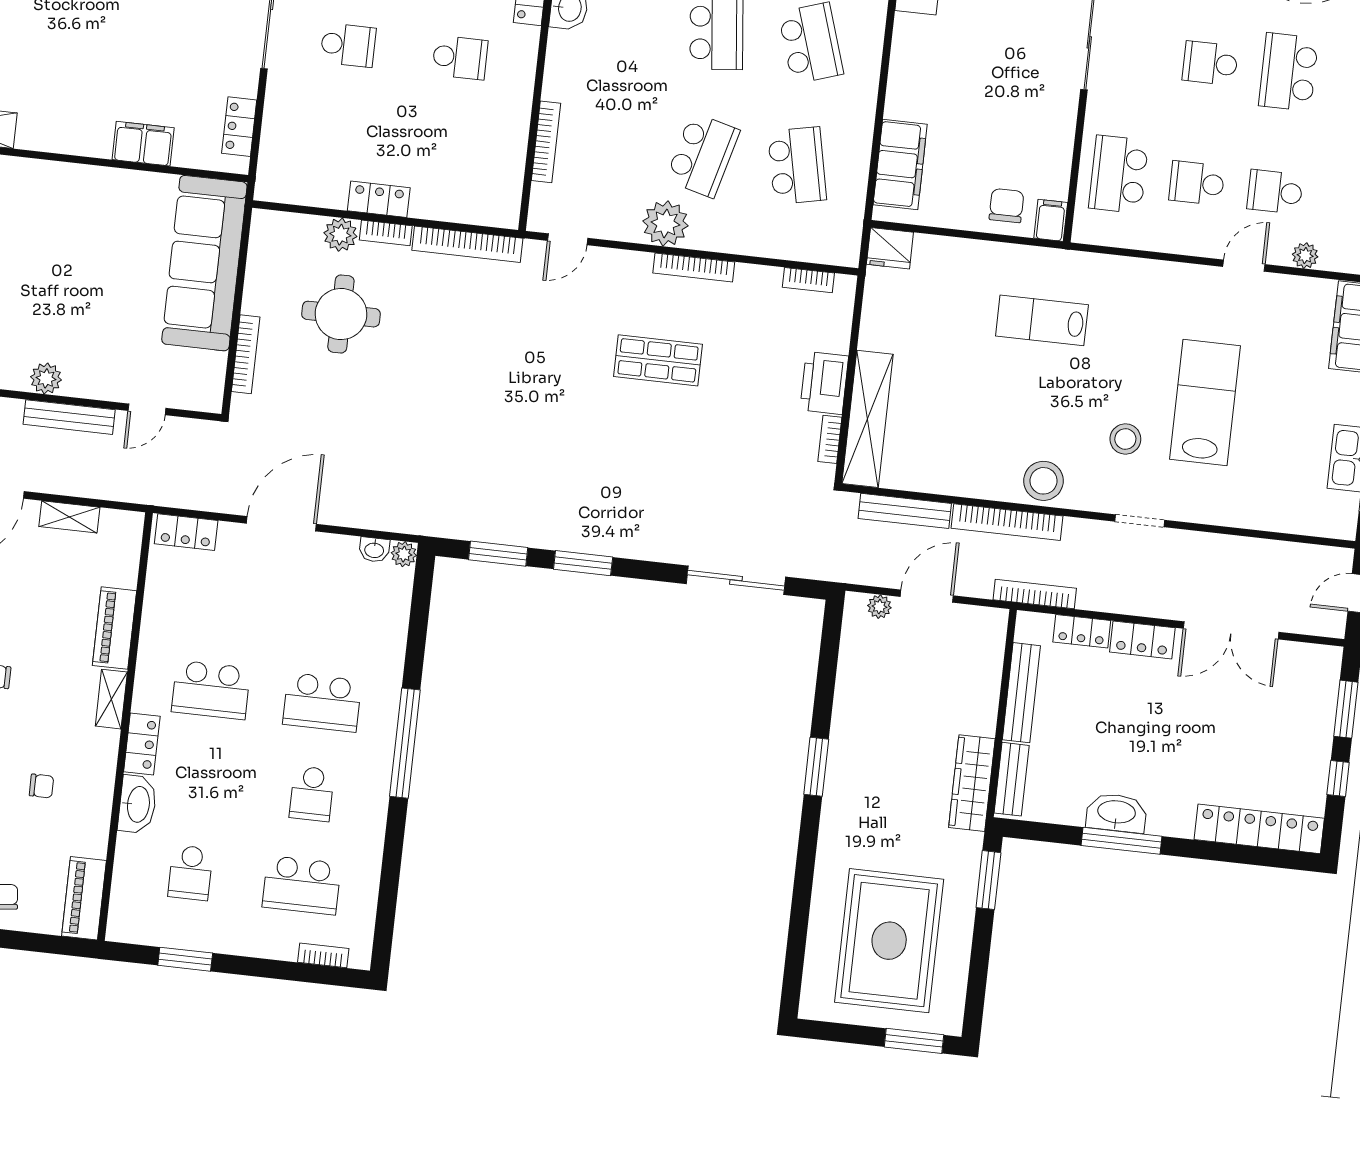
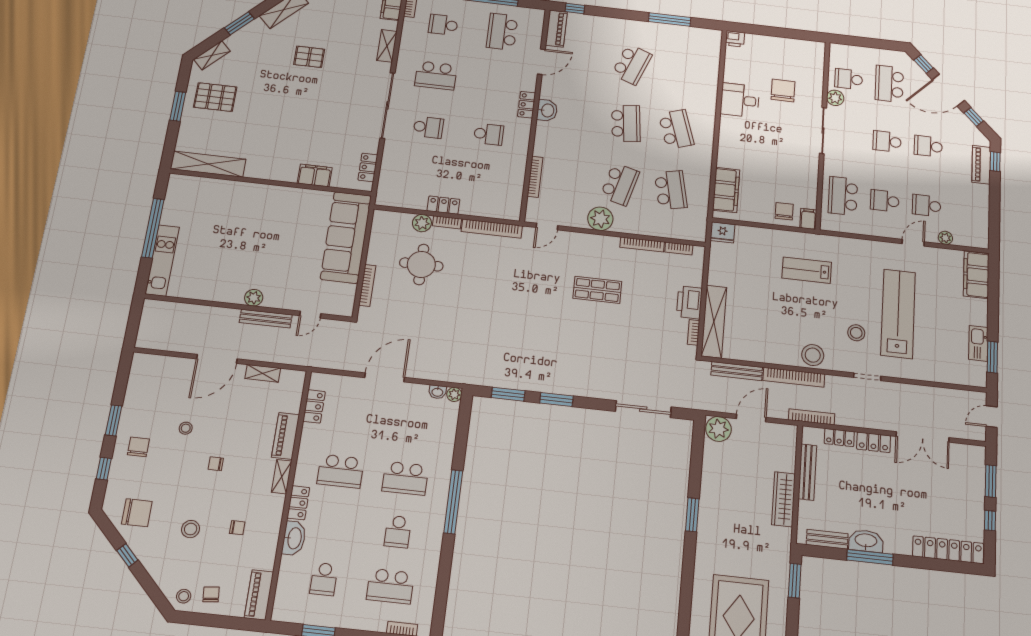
school desk: (1288, 72) -> (928, 146), width x0.54
bookcase: (694, 268) -> (642, 244), moved
lab bench: (1205, 403) -> (898, 314), width x1.36
locker: (186, 532) -> (314, 406), moved, turned -90
plant: (879, 607) -> (718, 429), width x1.88, depth x1.88
bench: (1012, 779) -> (827, 539), moved, turned 90
wardrobe: (972, 783) -> (784, 499), moved

